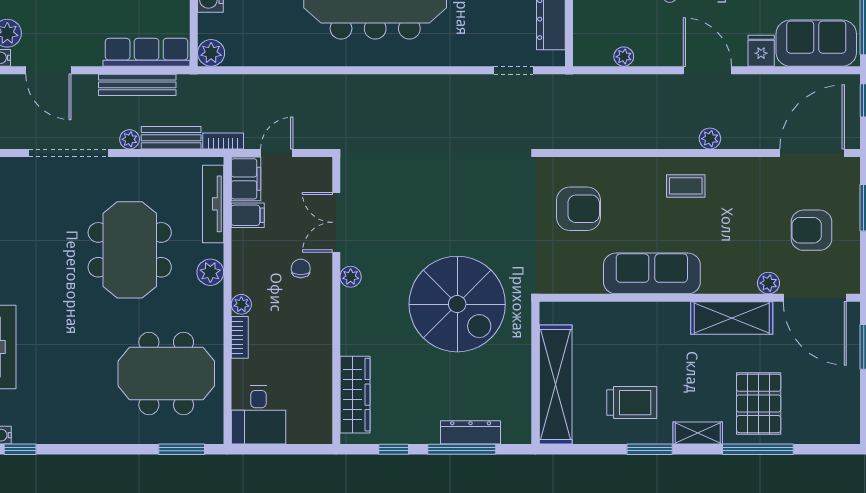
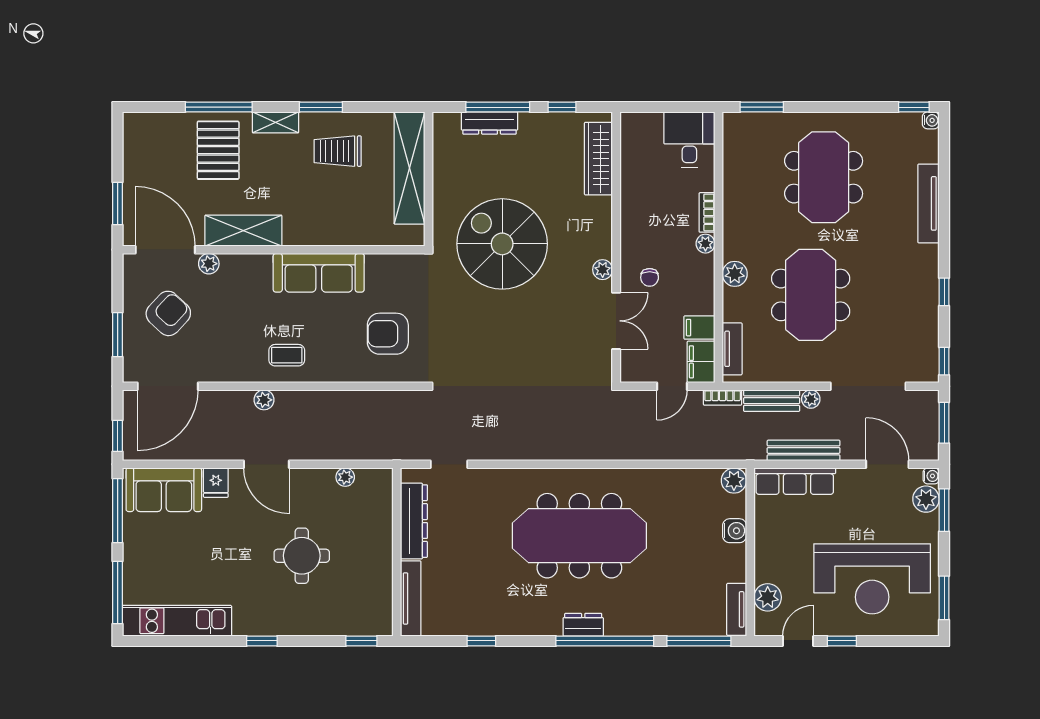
tv unit: (213, 204) -> (732, 349), width x0.71
armchair: (811, 230) -> (168, 313), turned -47
meeting table: (166, 373) -> (824, 177), moved, turned 90

